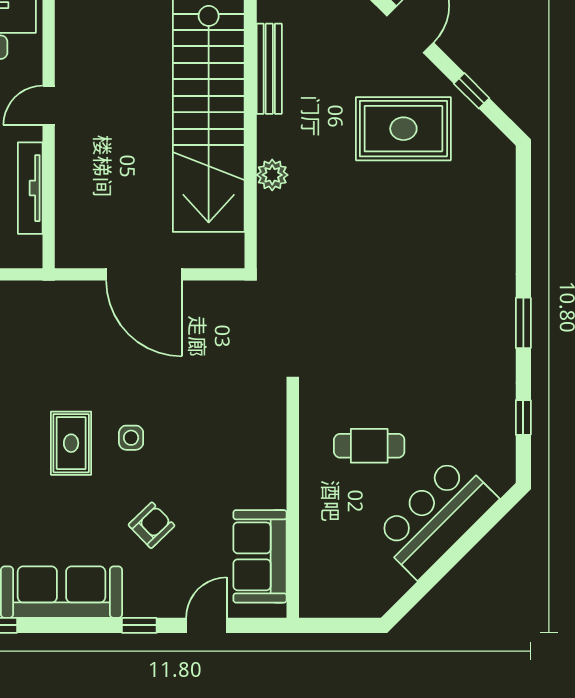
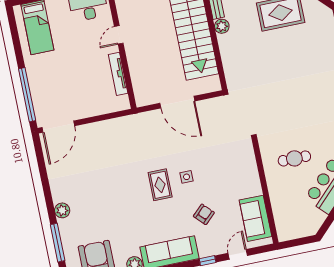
plant: (272, 175) -> (222, 26), moved

